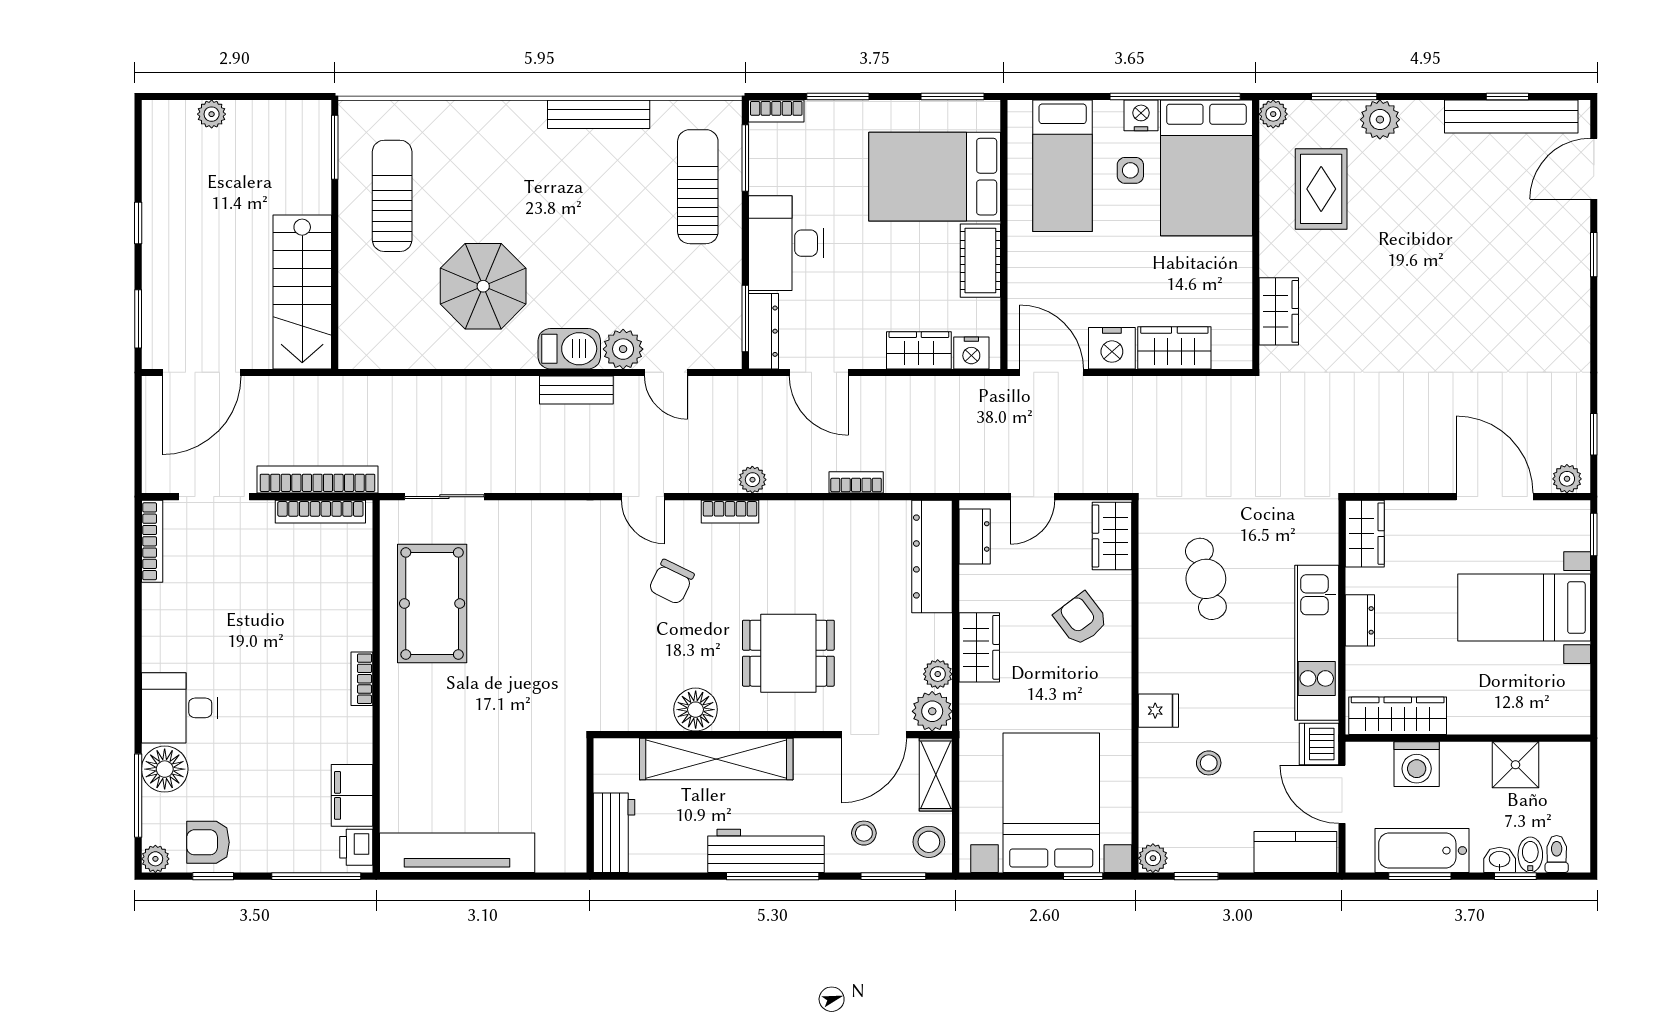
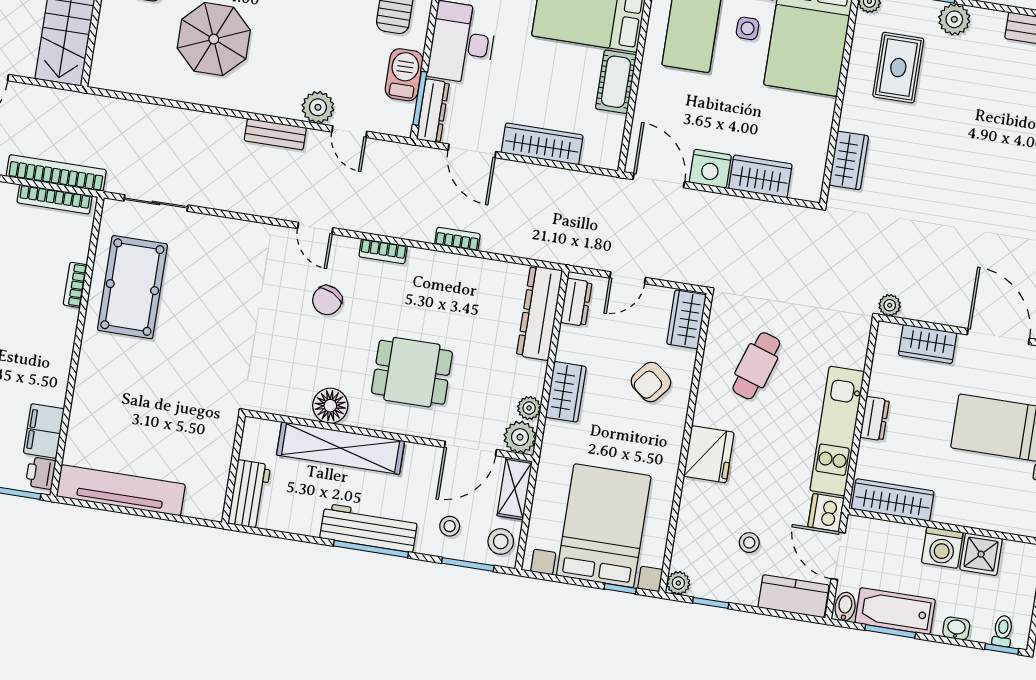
barbecue: (569, 349) -> (404, 75), moved, turned -90
wardrobe: (919, 350) -> (542, 144), width x1.50
nightstand: (971, 353) -> (597, 155), removed
plant: (752, 480) -> (890, 305), moved
bookcase: (856, 482) -> (457, 239), moved
wardrobe: (1365, 534) -> (928, 344), moved, turned 90
cafe table: (1206, 579) -> (756, 366), turned 31
armchair: (1081, 619) -> (651, 382), turned -104
bookcase: (362, 679) -> (75, 285), moved
fridge: (1158, 711) -> (709, 454), width x1.88, depth x1.34
stool: (1209, 763) -> (749, 543), moved
washing machine: (1417, 764) -> (942, 548), moved
bidet: (1530, 855) -> (845, 607), moved
window: (1515, 876) -> (1002, 649), moved

